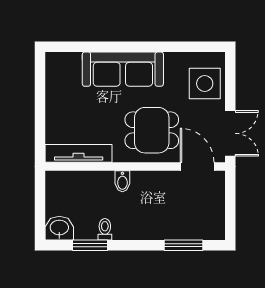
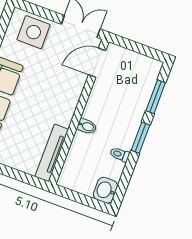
dining table: (152, 130) -> (55, 88), removed
window: (90, 245) -> (140, 138), moved

